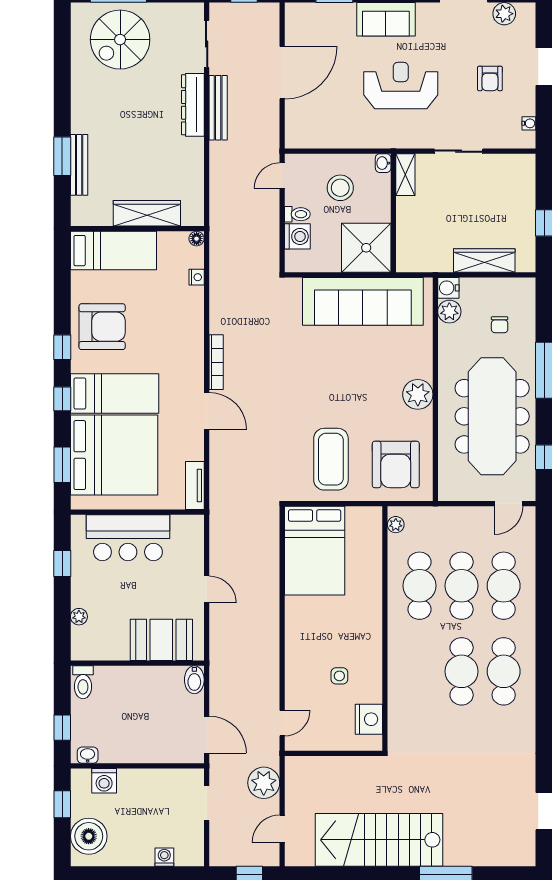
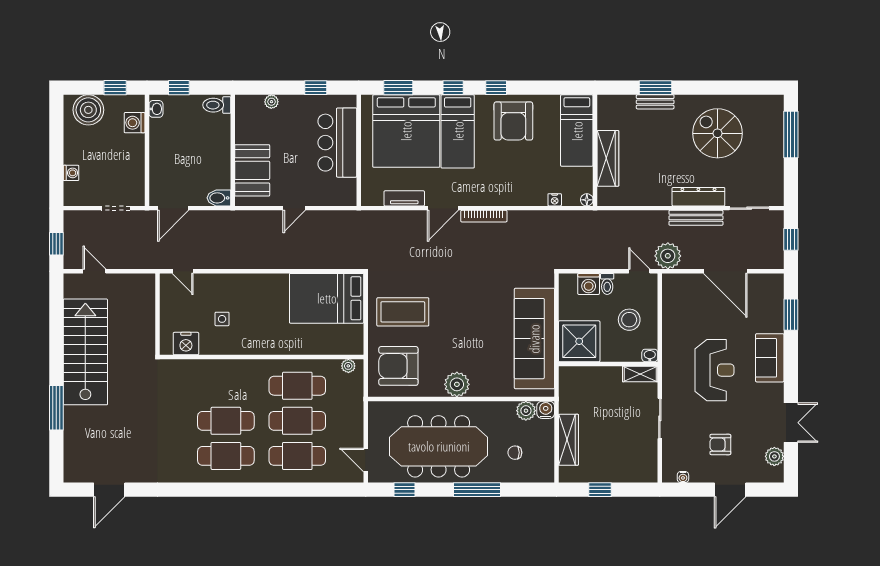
spiral stairs: (120, 40) -> (717, 133), moved
bench: (79, 165) -> (655, 102), width x0.73
tv unit: (195, 485) -> (404, 198), moved
plant: (264, 783) -> (668, 256), moved

